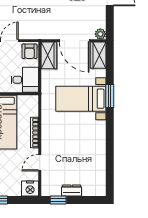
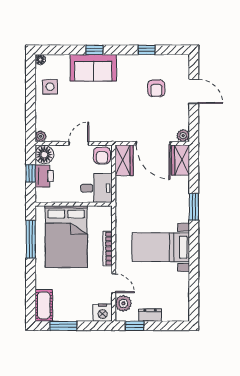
bed with nightstands: (81, 99) -> (161, 247), moved
door: (40, 163) -> (114, 283), swing flipped
plant: (48, 180) -> (123, 303), added

